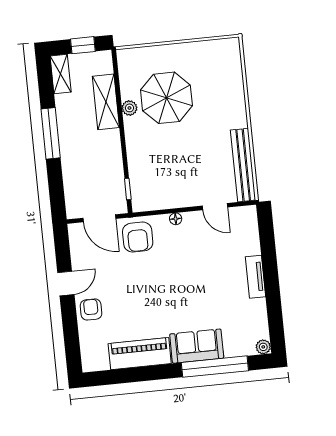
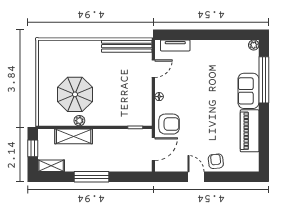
tv unit: (255, 277) -> (175, 45), moved
armchair: (91, 310) -> (216, 161), turned 83

